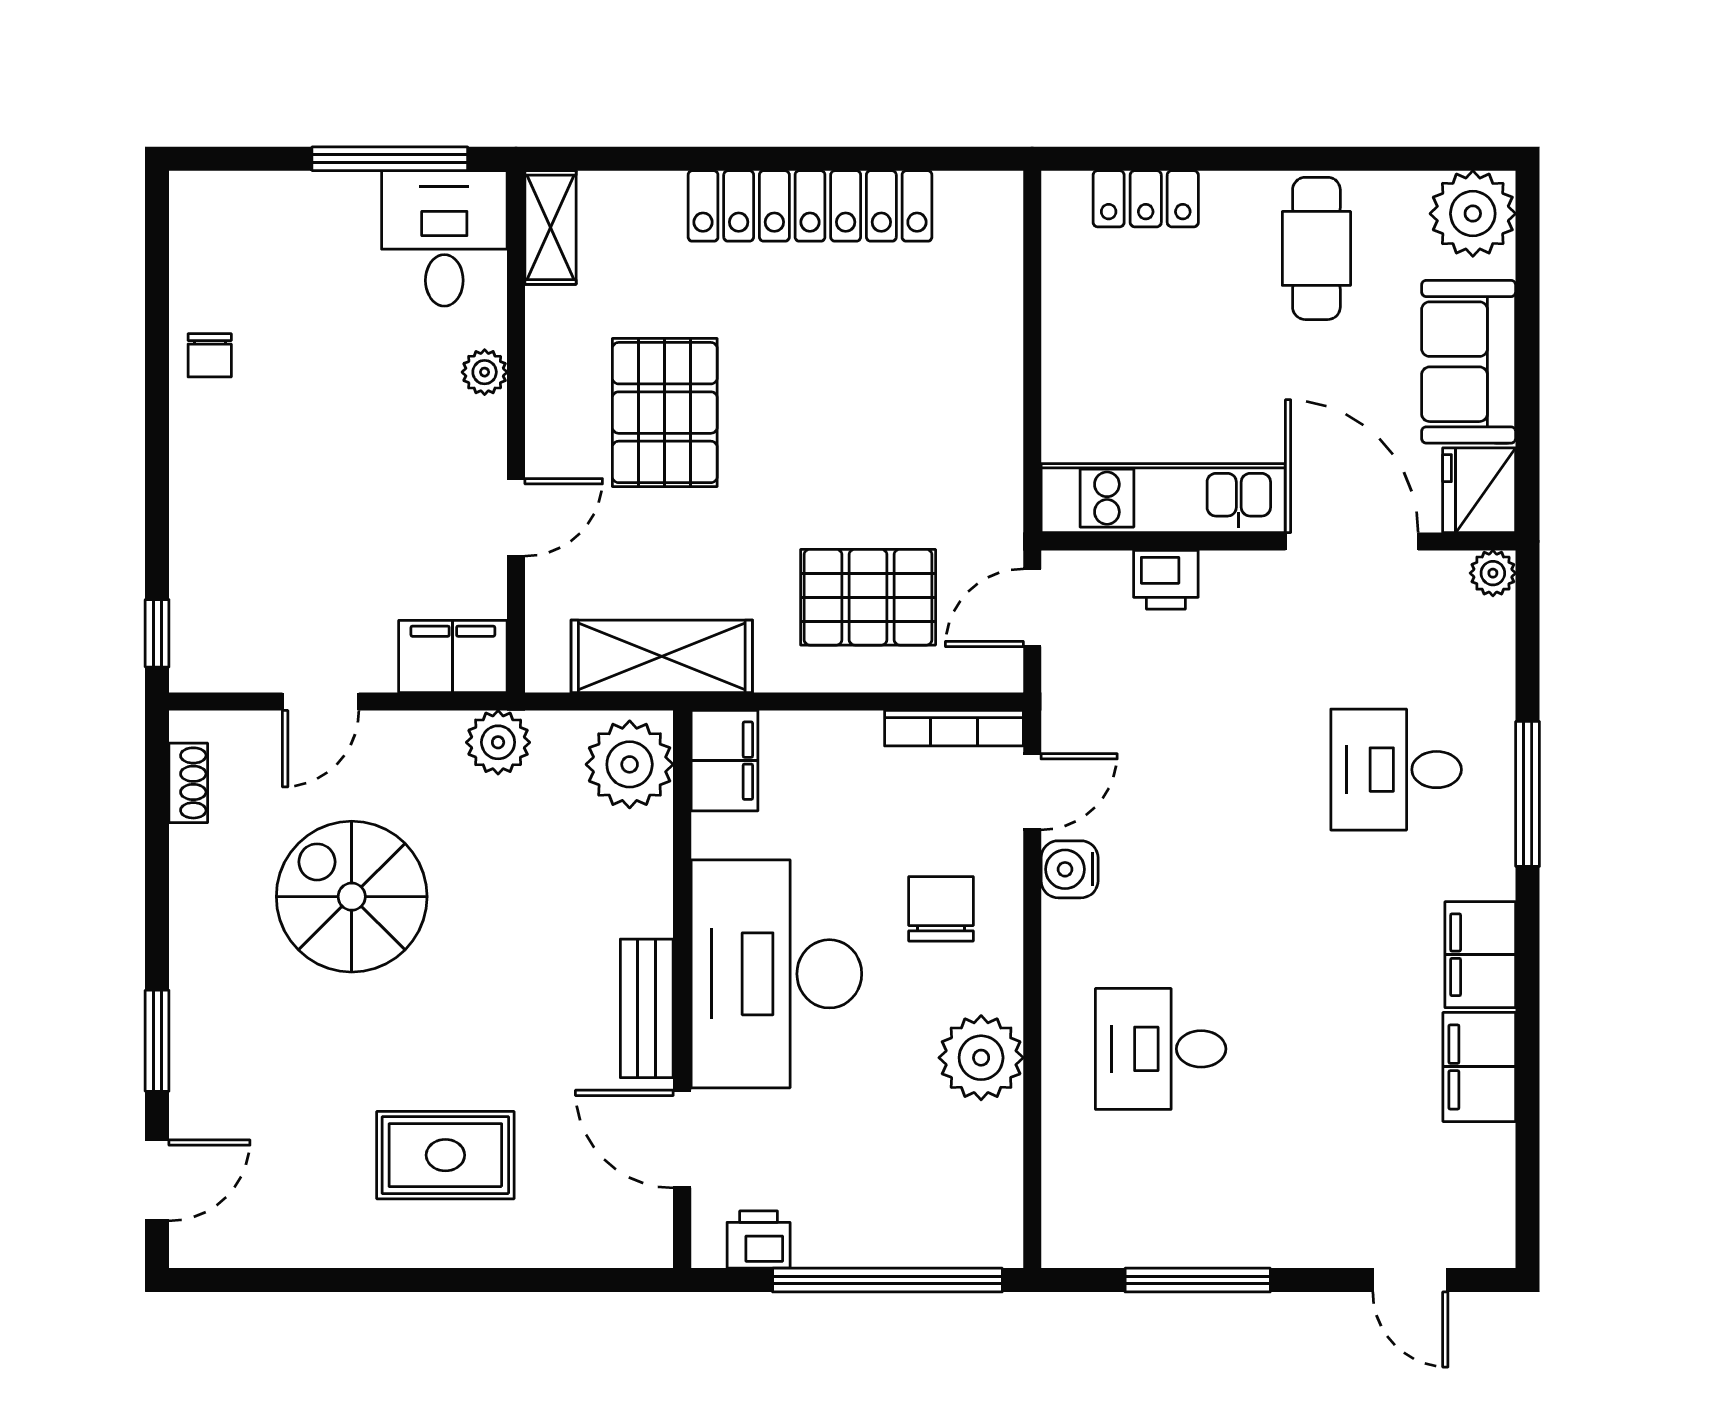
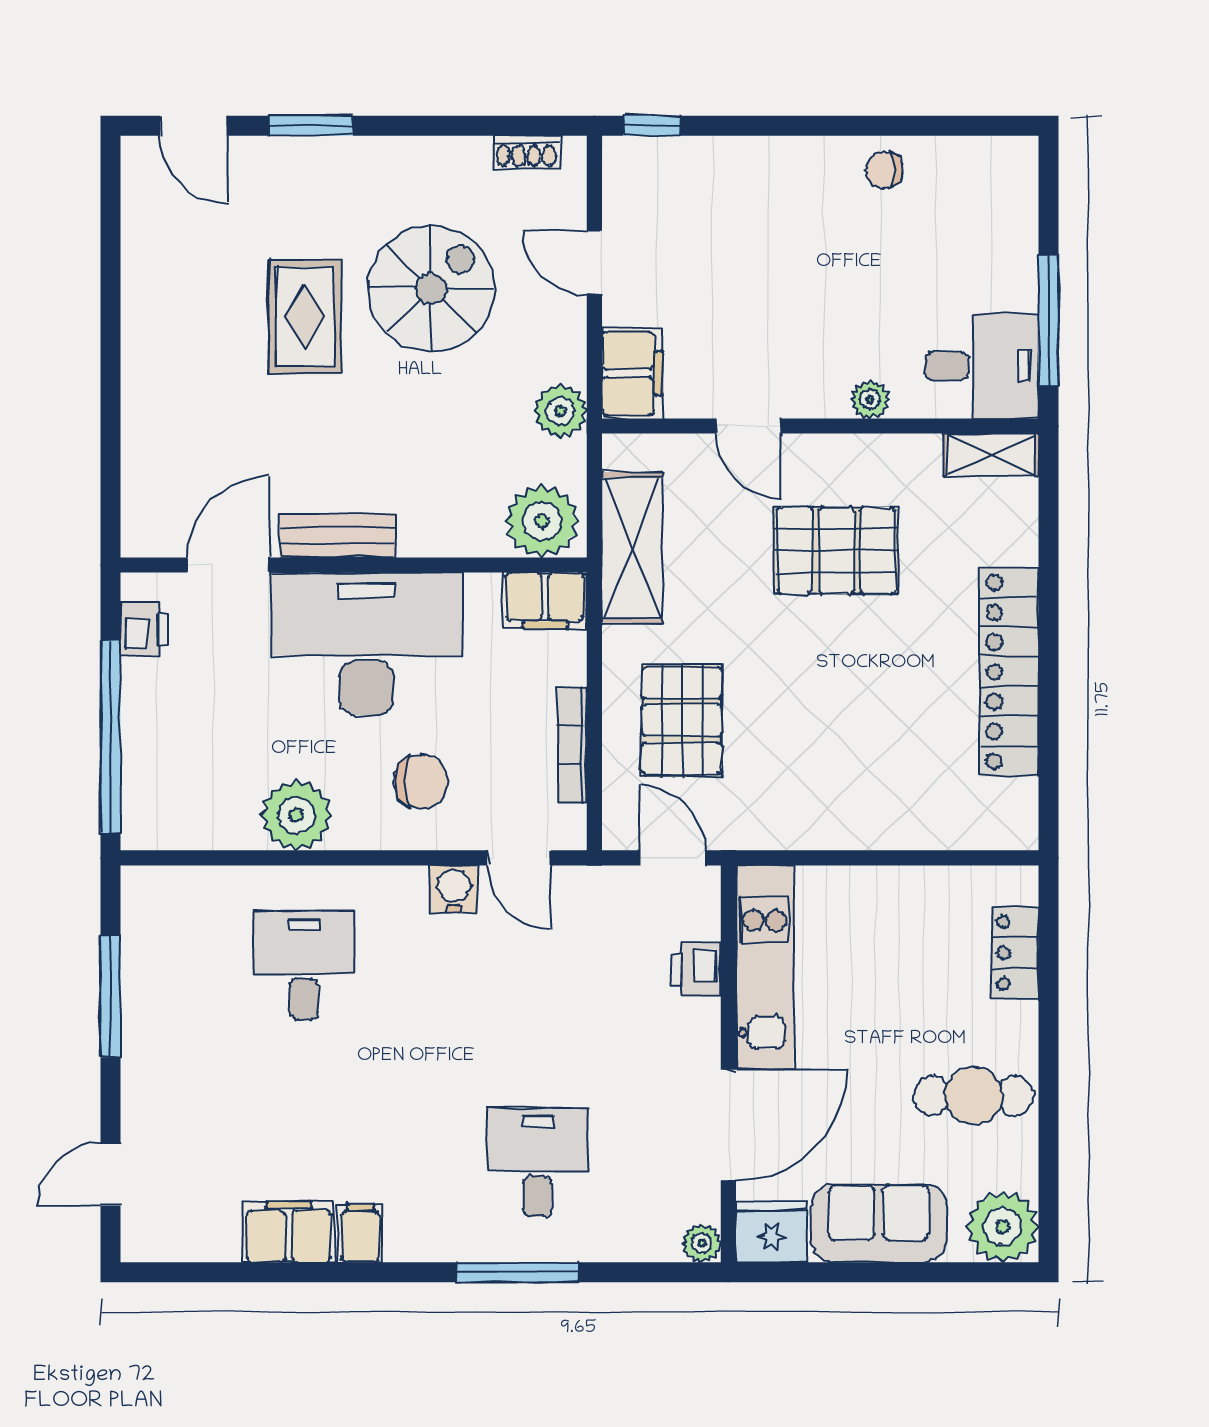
bookcase: (954, 728) -> (572, 745), moved
filing cabinet: (1480, 955) -> (360, 1233), width x0.50
rug: (445, 1155) -> (305, 317), moved

